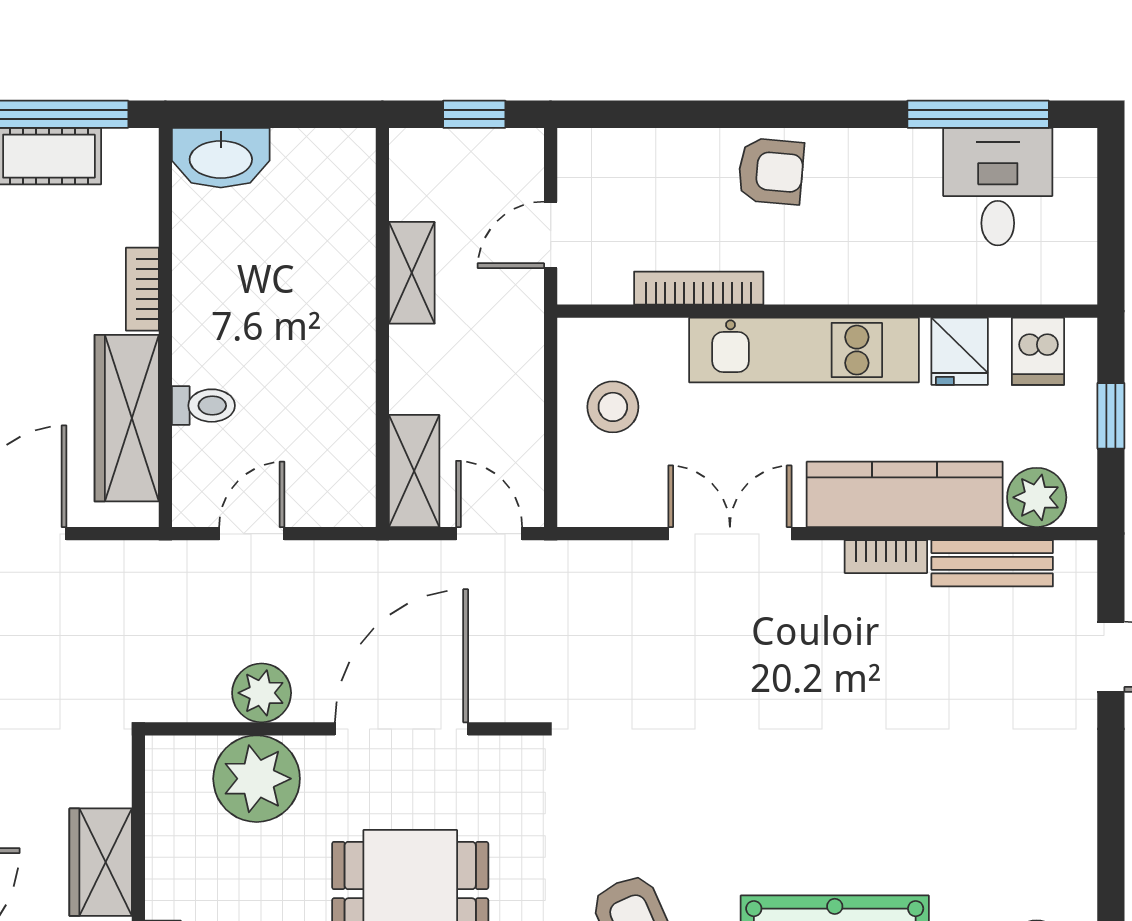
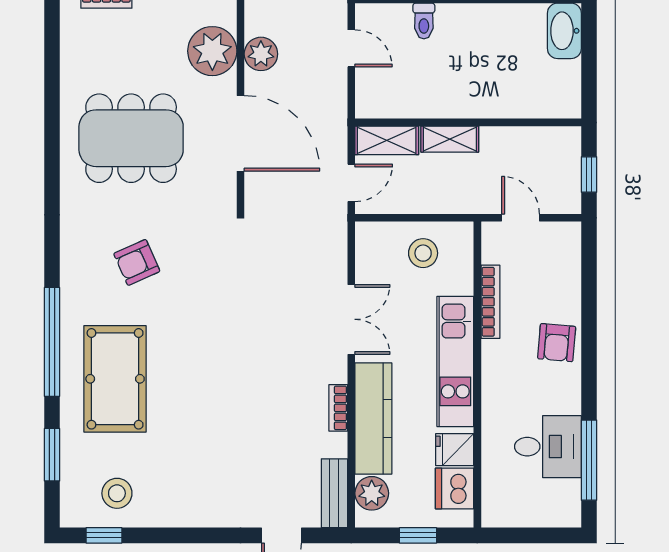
desk: (998, 187) -> (548, 447), moved
shelving: (412, 273) -> (450, 139), moved
dishwasher: (1038, 351) -> (455, 488), width x1.38
bench: (992, 563) -> (334, 493), moved

